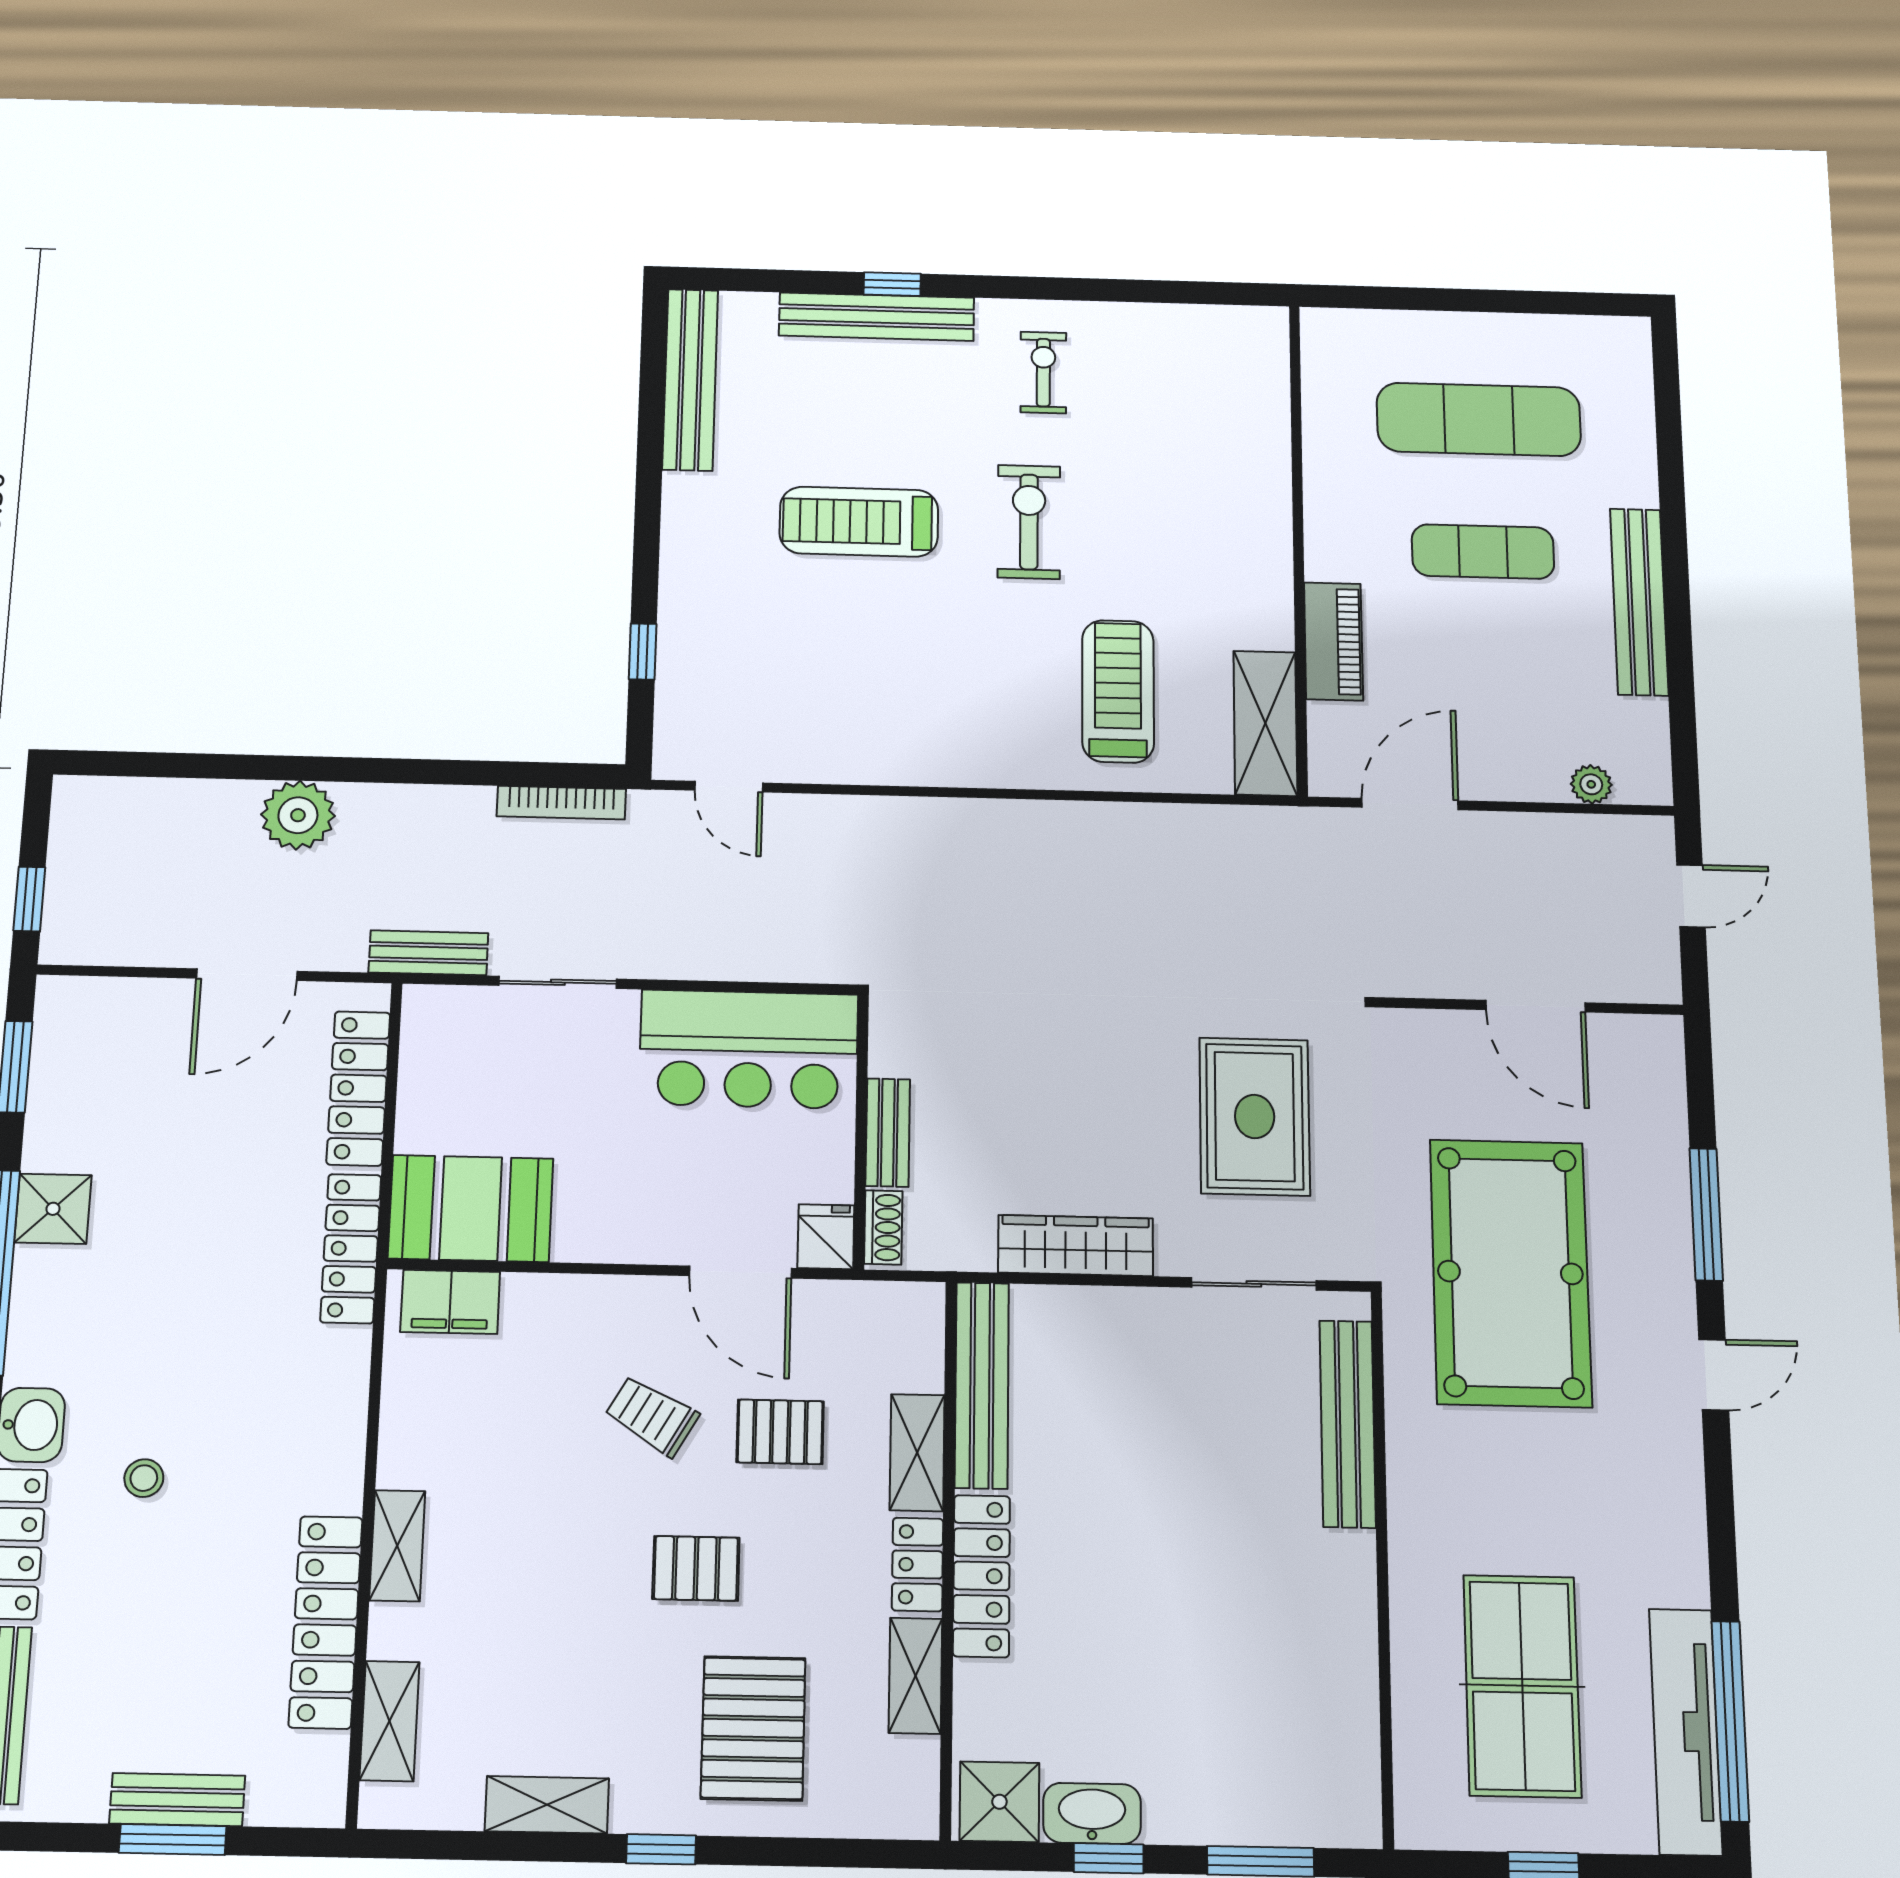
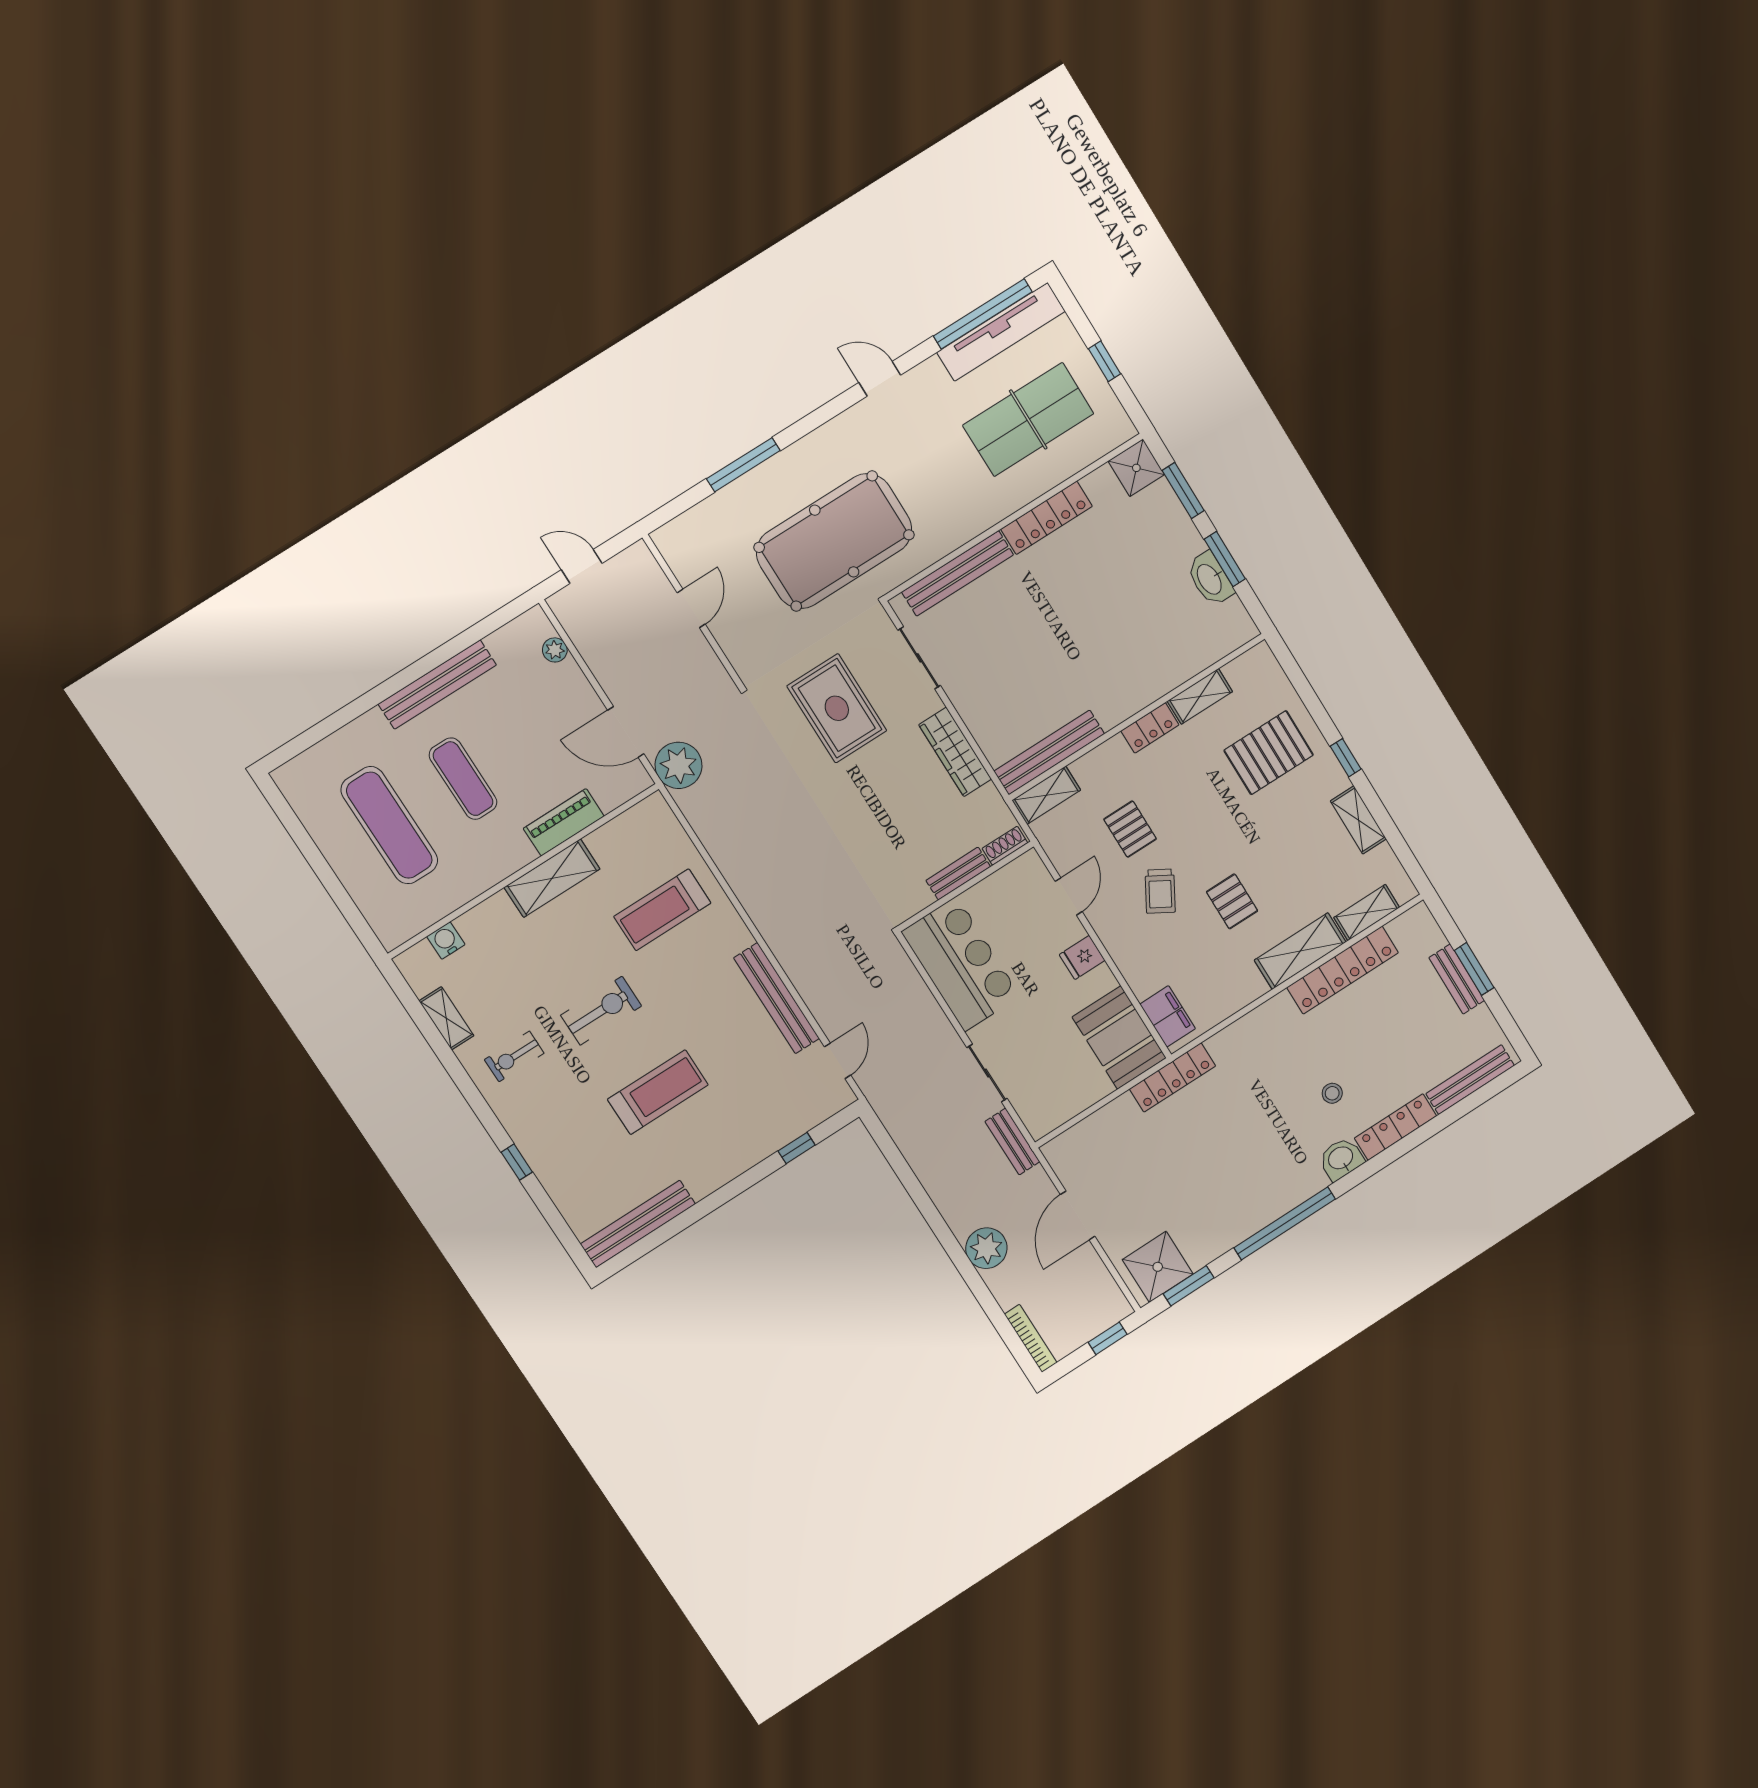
bench: (877, 317) -> (777, 998), moved
shelving: (1158, 323) -> (446, 1018), added
water cooler: (1268, 389) -> (446, 941), added
treadmill: (859, 522) -> (658, 1092), turned -90
exercise bike: (1029, 522) -> (601, 1011), turned 180
shelving: (1265, 723) -> (552, 878), moved
bookcase: (561, 803) -> (1031, 1338), moved
plant: (1314, 844) -> (679, 765), added
door: (247, 975) -> (1078, 1215), swing flipped
door: (1536, 1006) -> (691, 608), width x0.73
locker: (358, 1088) -> (1097, 1127), removed
rug: (1255, 1116) -> (837, 708), turned 90
shower: (53, 1209) -> (1158, 1267), moved, width x1.36, depth x1.36
fridge: (826, 1237) -> (1082, 957), moved
door: (740, 1272) -> (1069, 896), width x0.73
door: (1714, 1375) -> (880, 379), moved
shelving: (917, 1453) -> (1046, 795), moved
shelving: (397, 1546) -> (1300, 951), width x1.50, depth x1.33
pallet: (696, 1568) -> (1232, 901), moved
locker: (981, 1576) -> (1047, 518), moved, turned 180
shower: (999, 1802) -> (1136, 468), moved
window: (1109, 1858) -> (1225, 559), width x1.50

